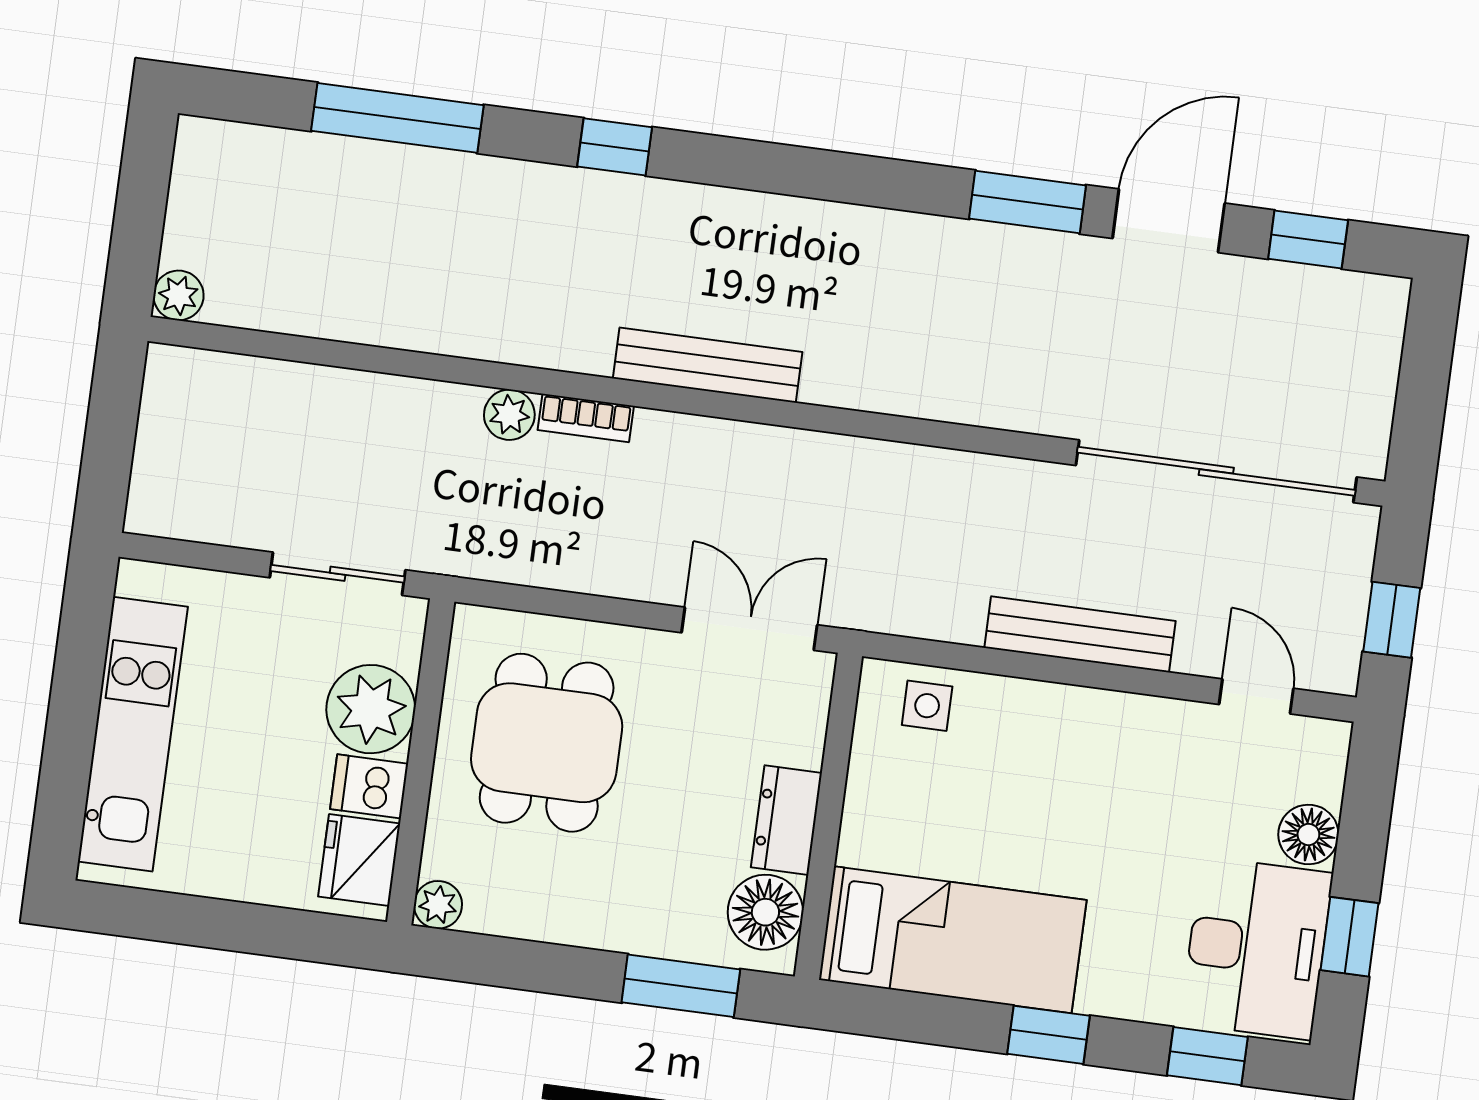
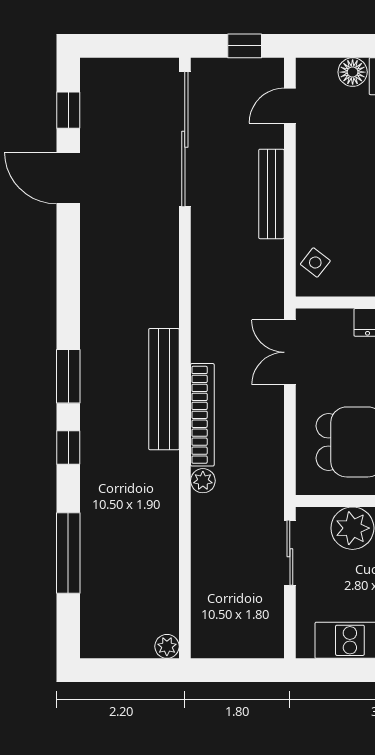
window: (1027, 202) -> (68, 376), moved
bench: (708, 365) -> (164, 389), width x1.37, depth x1.21
bookcase: (586, 418) -> (202, 415), width x2.31, depth x1.31
side table: (927, 706) -> (315, 262), turned 38

